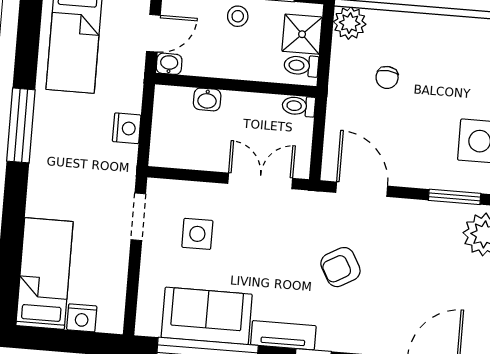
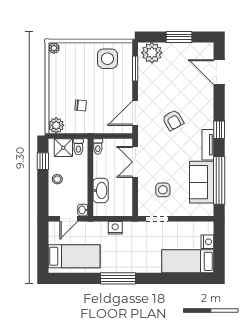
door: (153, 33) -> (69, 219), swing flipped
washbasin: (207, 99) -> (101, 190), width x1.91, depth x1.45

